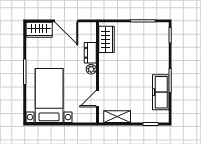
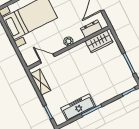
dresser: (90, 53) -> (91, 29), moved

